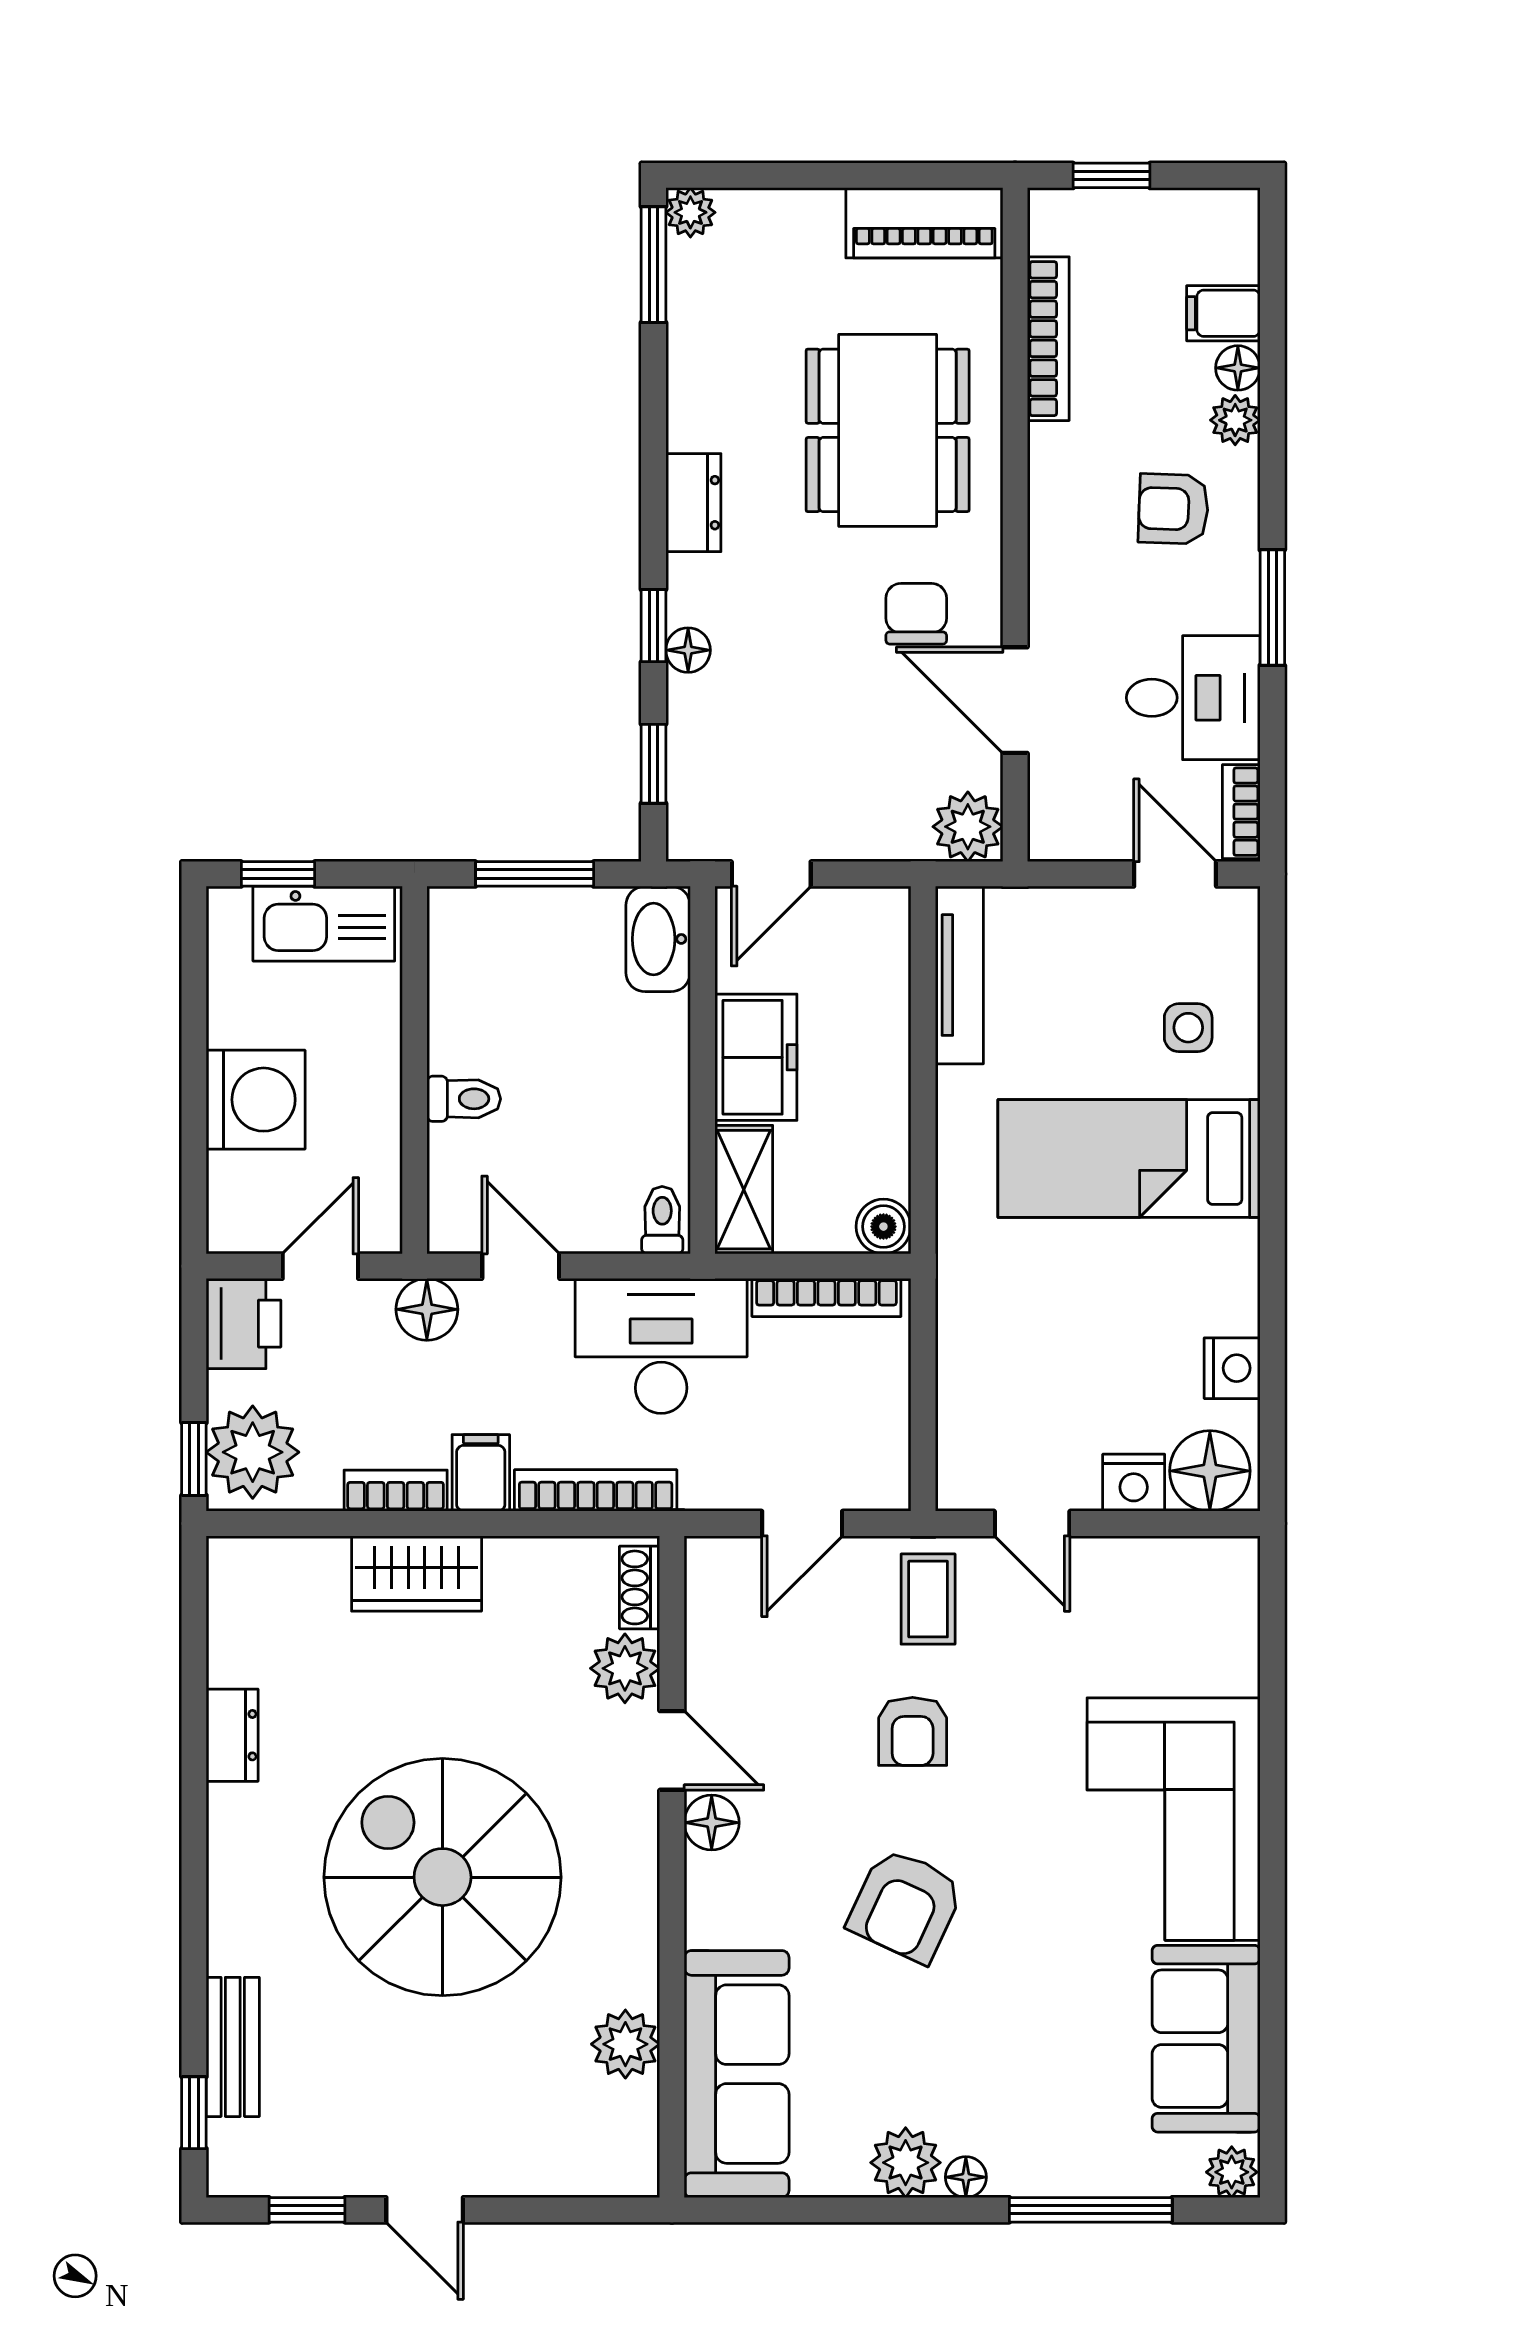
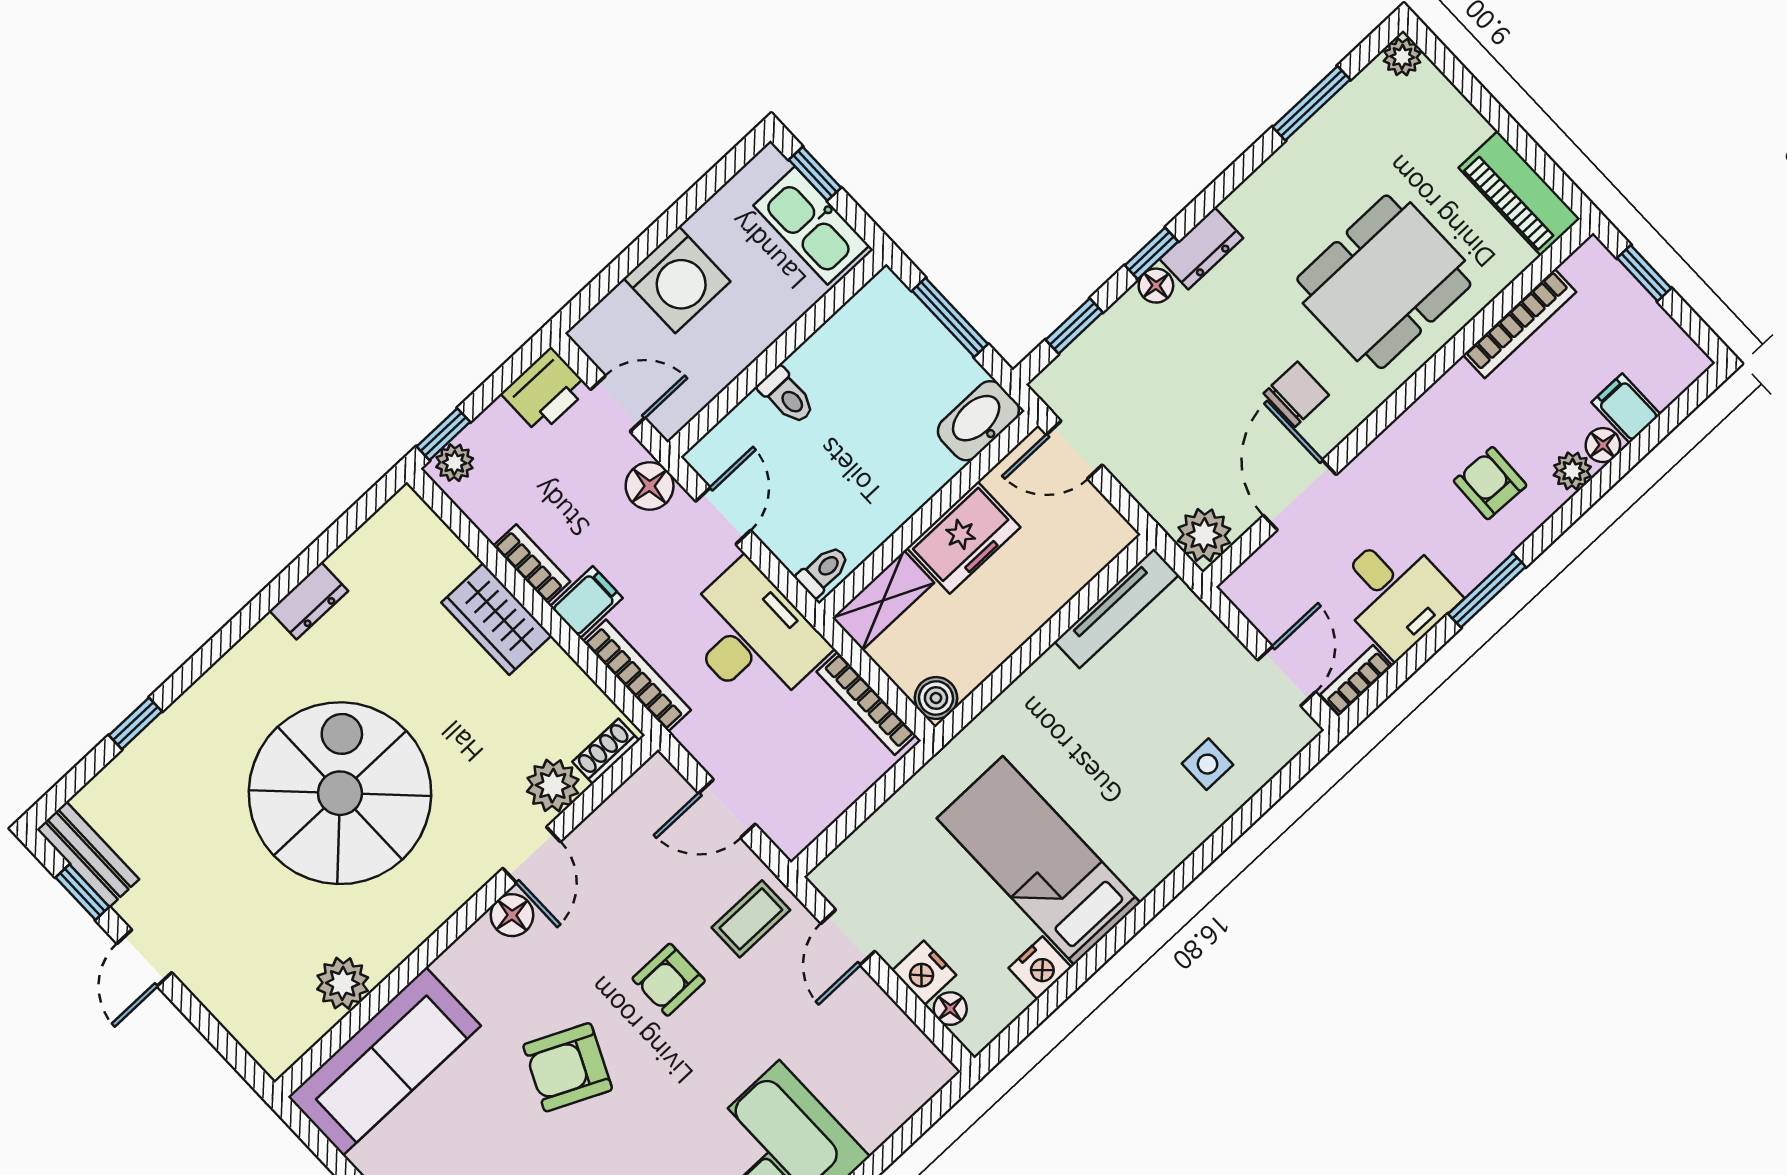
window: (654, 265) -> (1311, 103), moved
dresser: (693, 503) -> (1201, 248), moved
bed: (1129, 1158) -> (1039, 860), moved
plant: (253, 1452) -> (455, 463), width x0.53, depth x0.53
floor lamp: (1210, 1471) -> (950, 1009), width x0.53, depth x0.53
bench: (233, 2047) -> (88, 854), moved, turned 90
window: (194, 2113) -> (135, 723), moved

